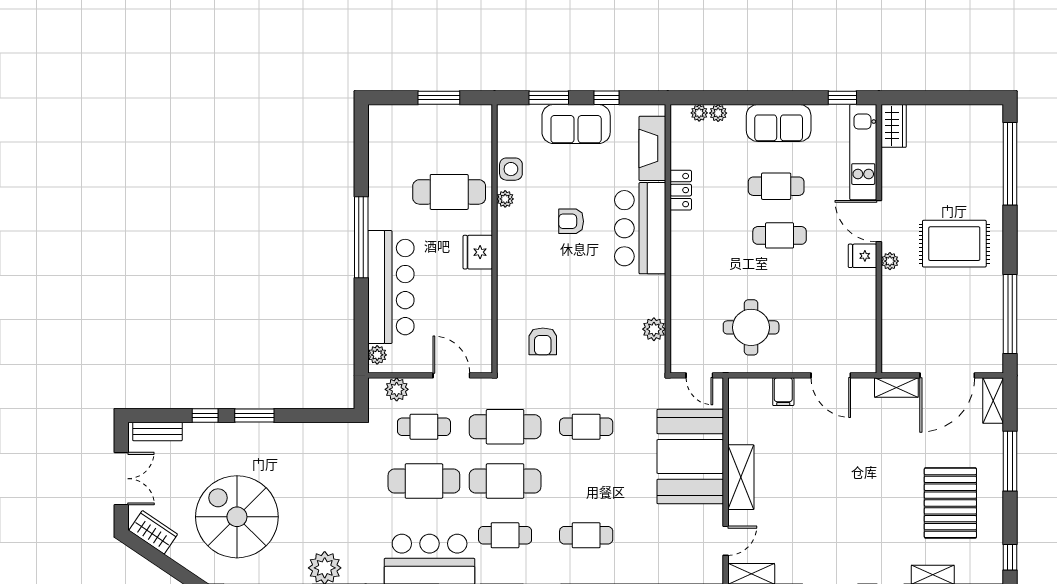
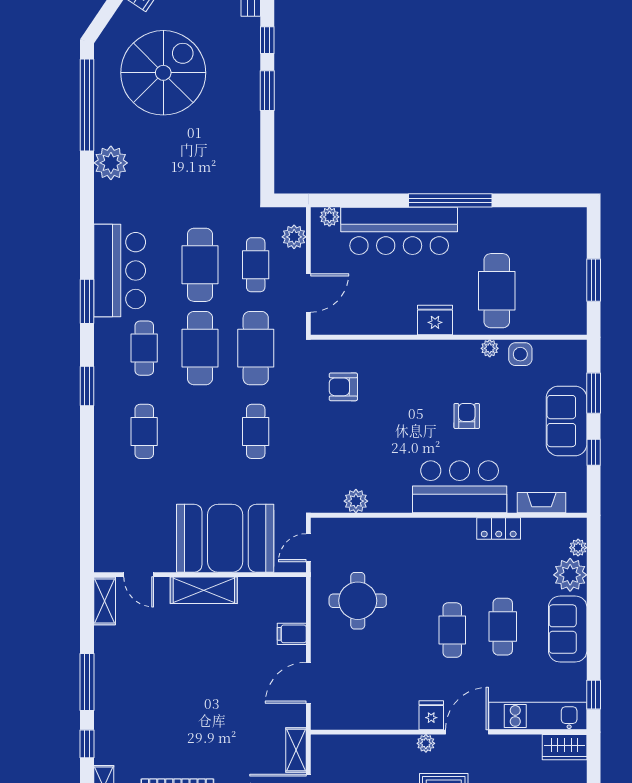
plant: (718, 113) -> (570, 575), width x1.87, depth x1.87
fireplace: (652, 148) -> (542, 503), width x0.73, depth x0.76

